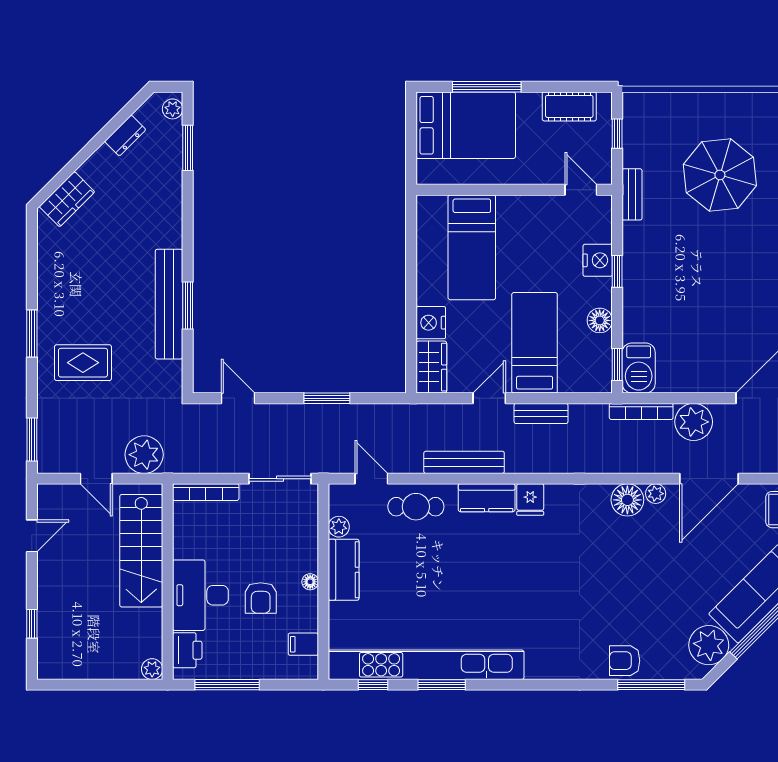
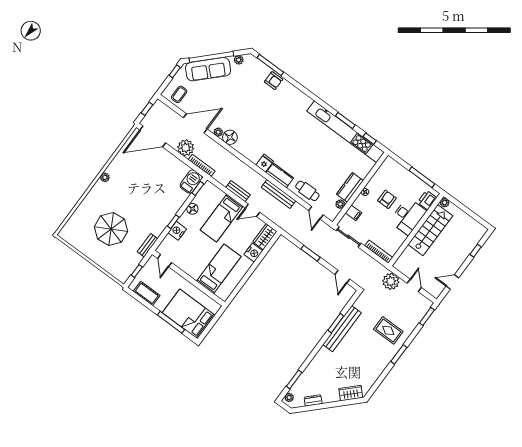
stairs: (141, 551) -> (430, 230), moved
filing cabinet: (303, 644) -> (353, 213), moved
plant: (709, 645) -> (239, 60), width x0.53, depth x0.53

